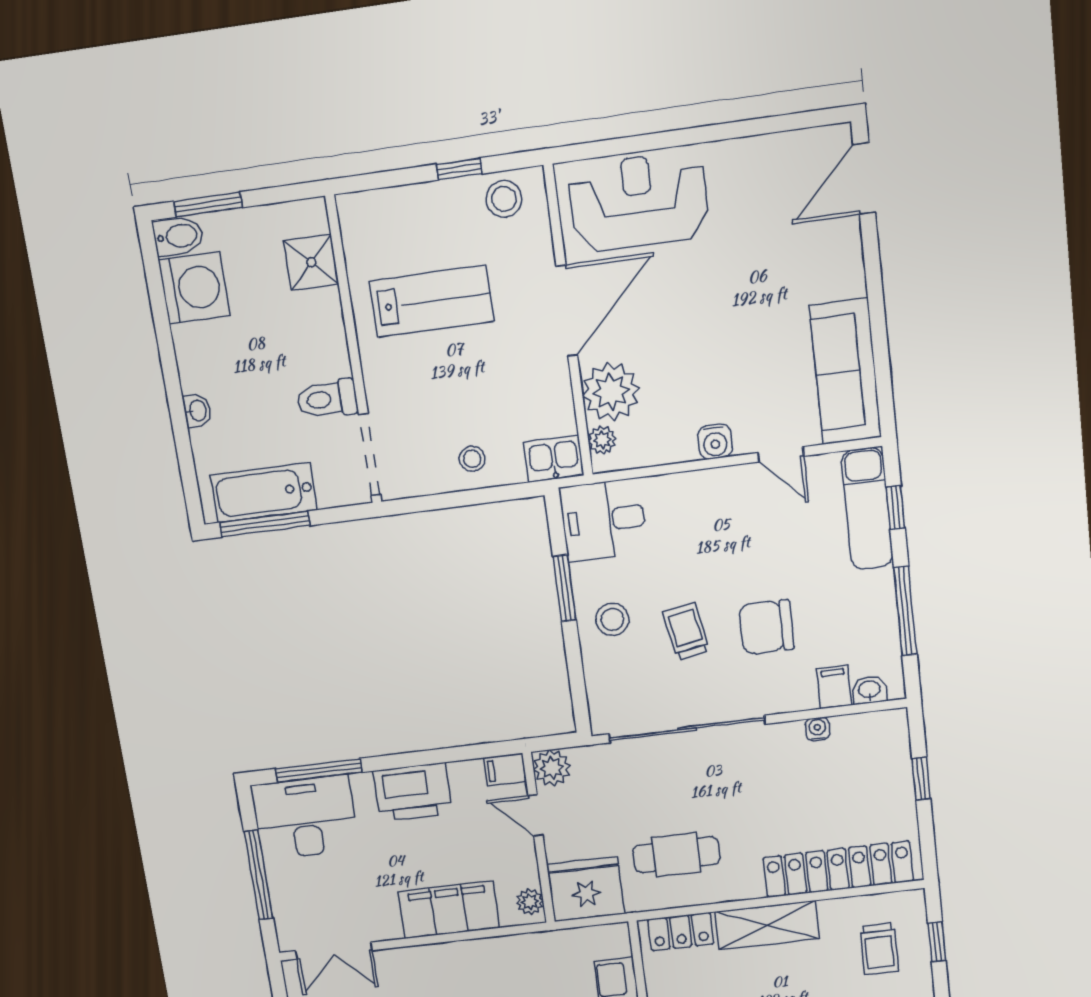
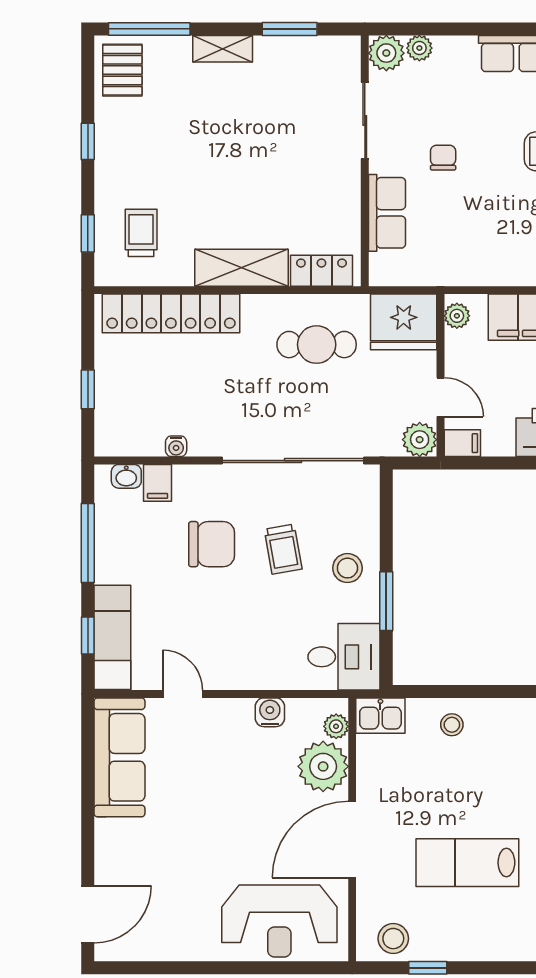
water cooler: (715, 442) -> (270, 712), moved

